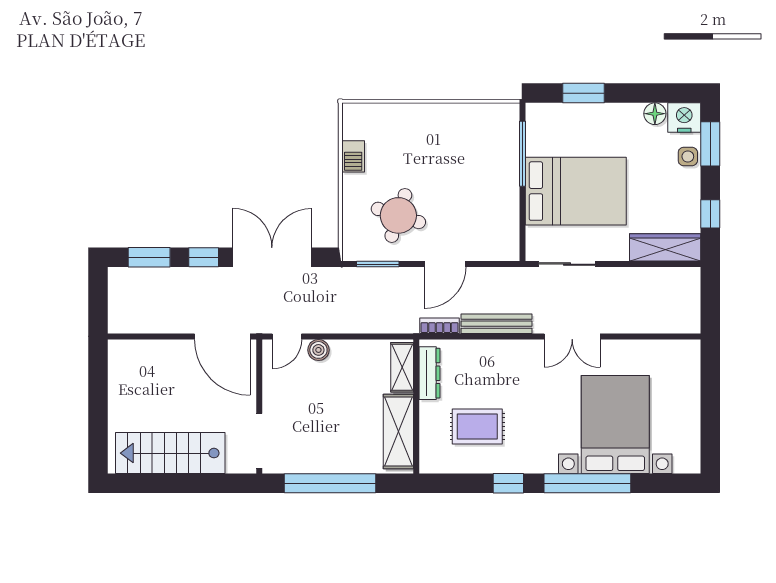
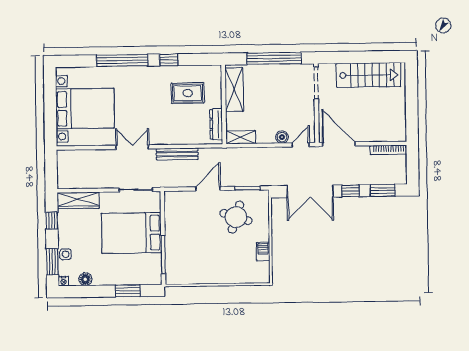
nightstand: (684, 118) -> (63, 281), width x0.53, depth x0.56
bookcase: (440, 326) -> (388, 150), moved, width x1.56
shelving: (402, 367) -> (241, 137), moved, turned 90
bed with nightstands: (615, 424) -> (85, 108), moved, turned -90

